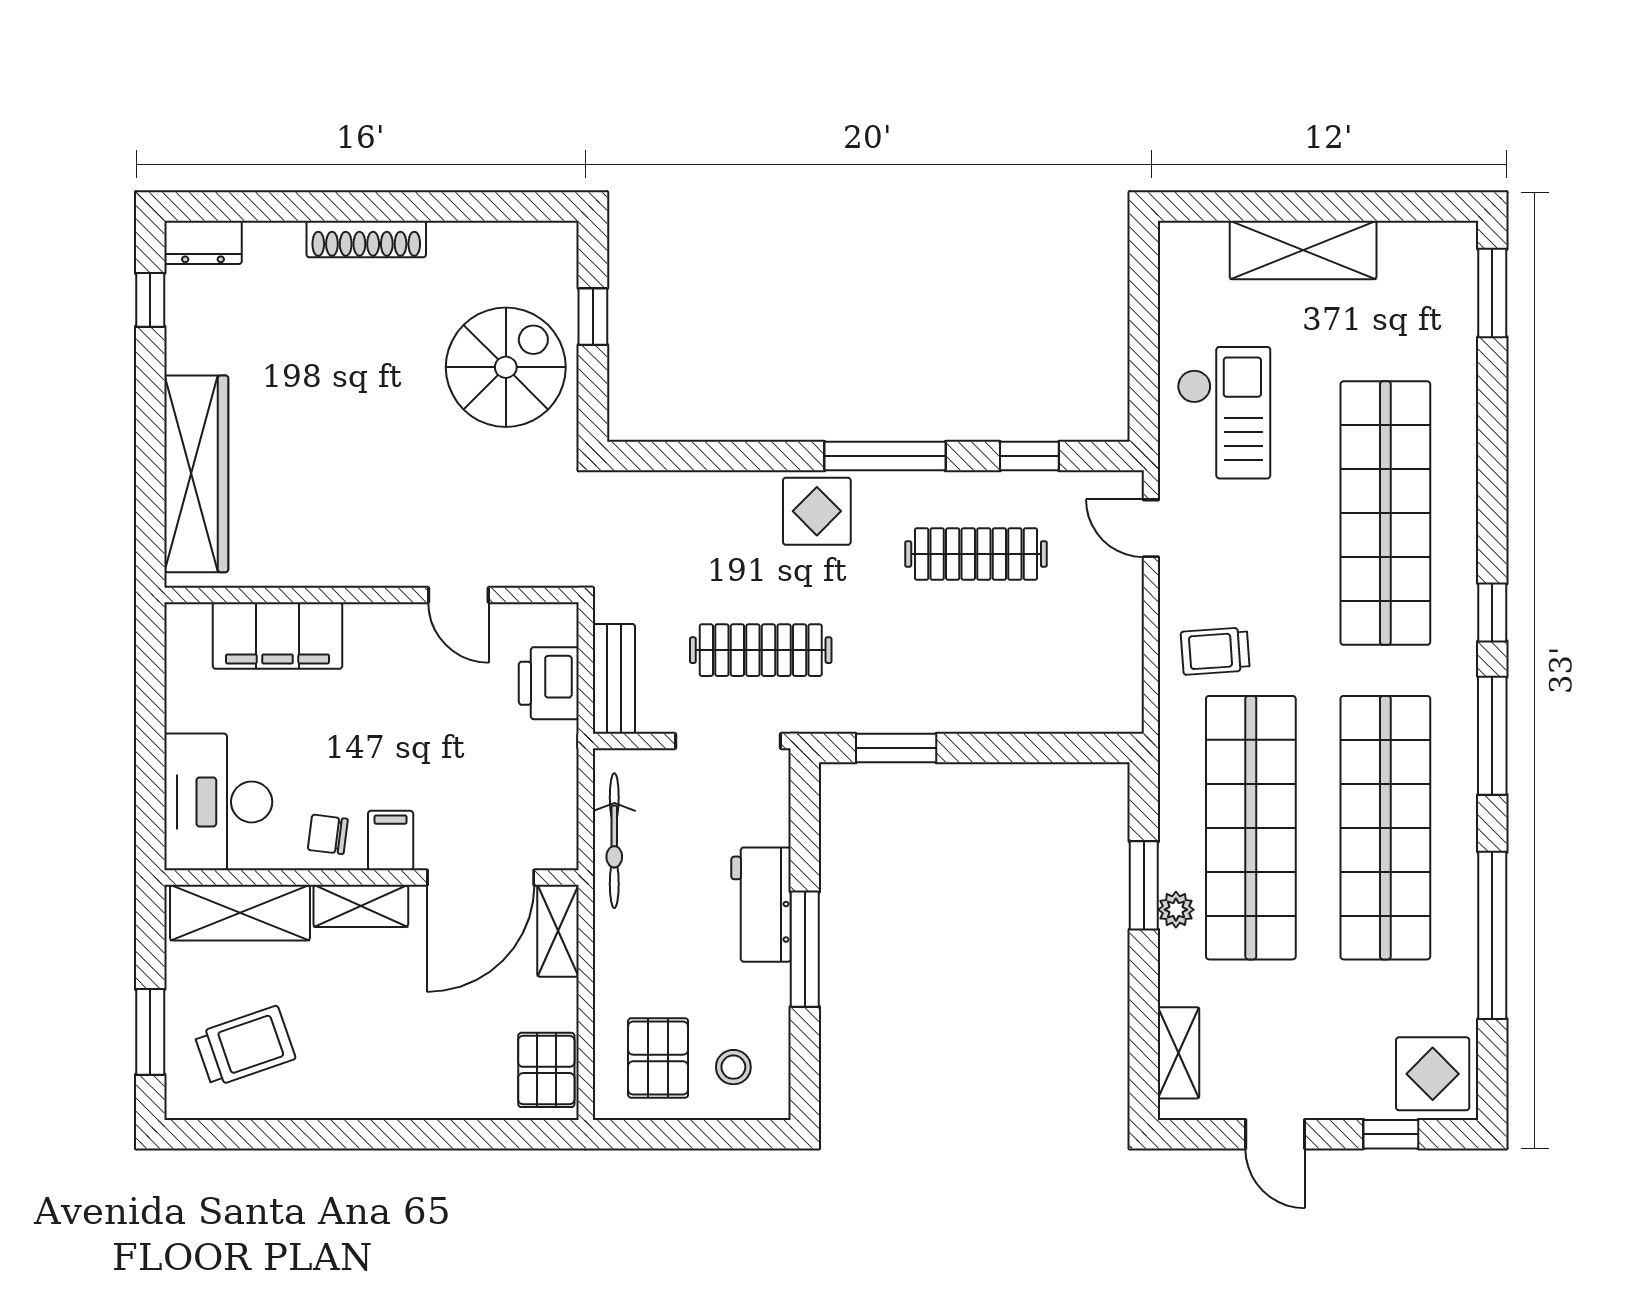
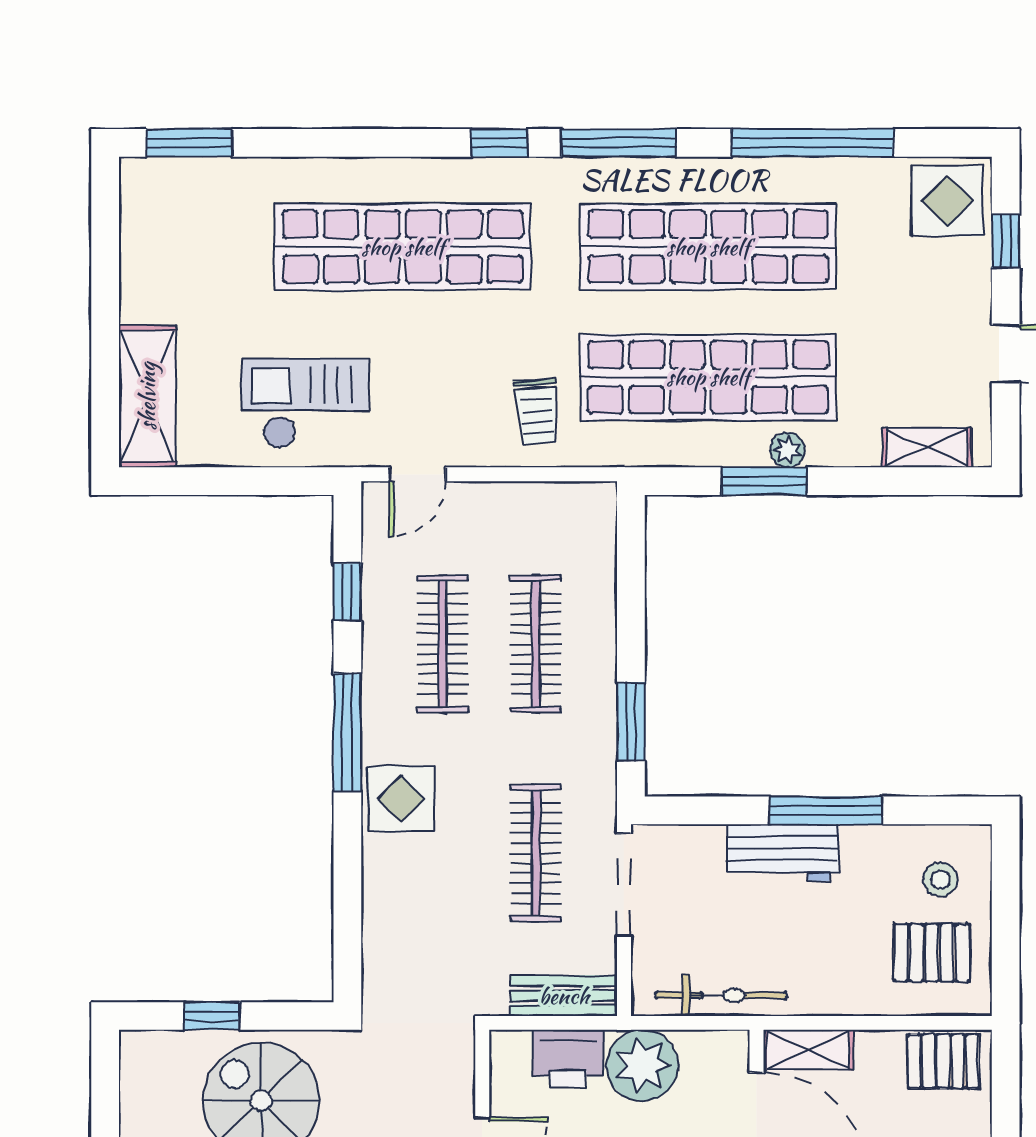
shelving: (1303, 250) -> (147, 396), moved
clothes rail: (976, 650) -> (536, 644), added
plant: (542, 760) -> (642, 1065), added

